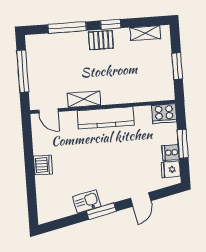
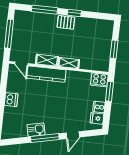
shelving: (145, 33) -> (69, 63), moved
kitchen counter: (106, 118) -> (46, 74), moved
window: (183, 144) -> (109, 91), moved
window: (101, 211) -> (45, 138), width x1.44

